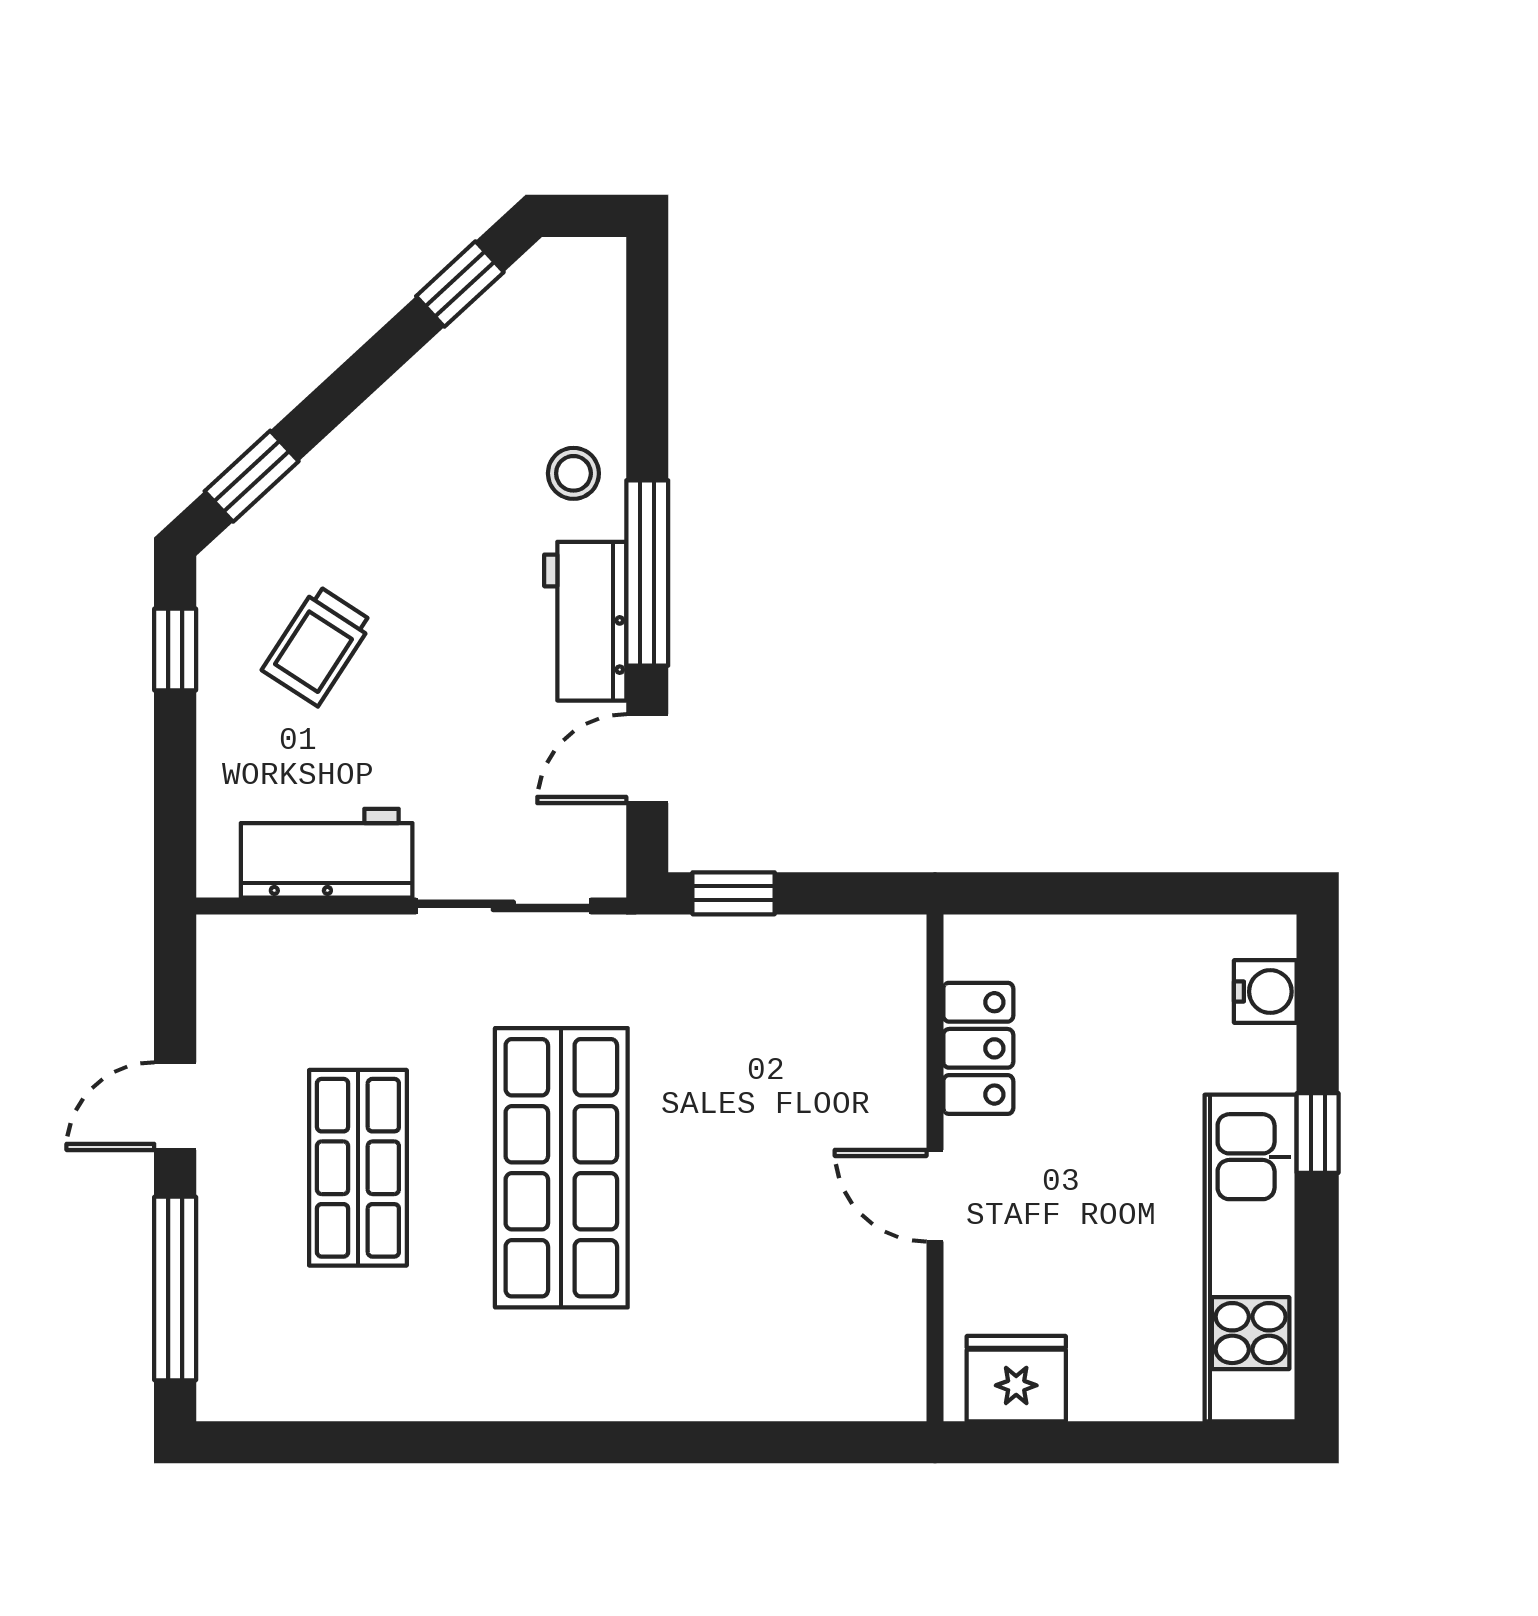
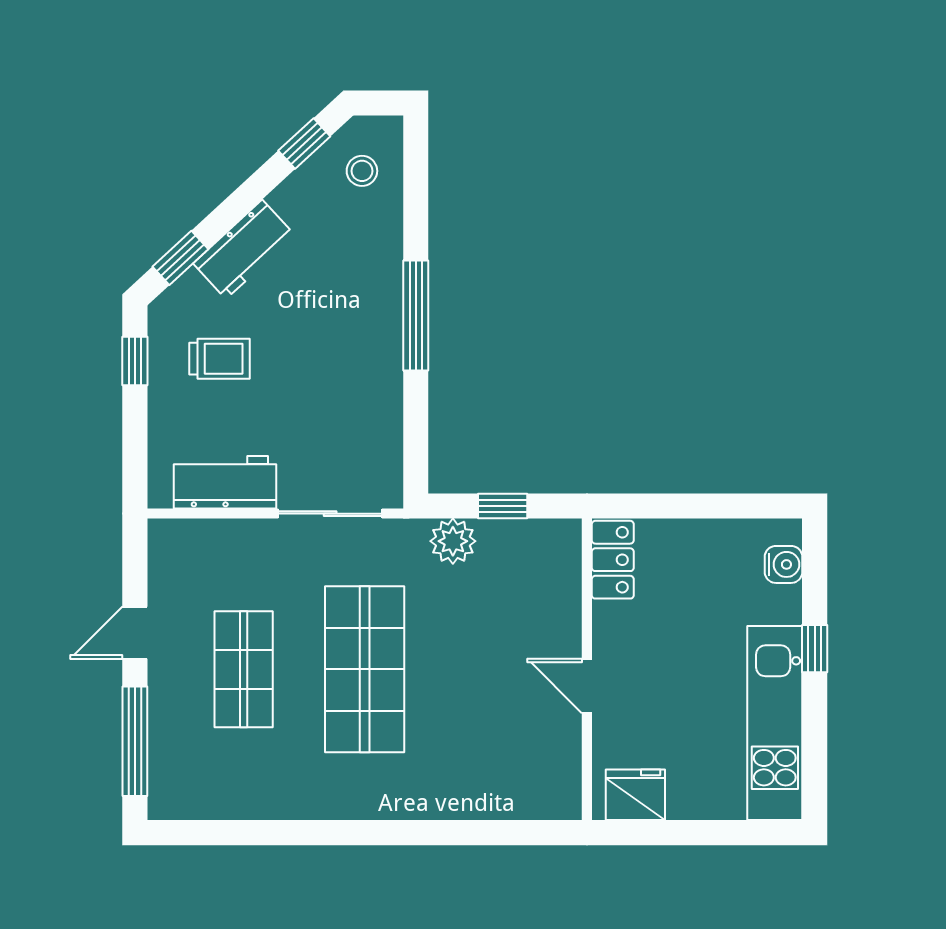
stool: (573, 473) -> (362, 171), moved
workbench: (585, 621) -> (244, 249), moved, turned -133
trolley: (317, 646) -> (220, 359), turned -123
door: (647, 759) -> (416, 426), removed
window: (734, 893) -> (503, 506), moved
plant: (710, 952) -> (453, 541), added
locker: (978, 1048) -> (613, 560), moved

